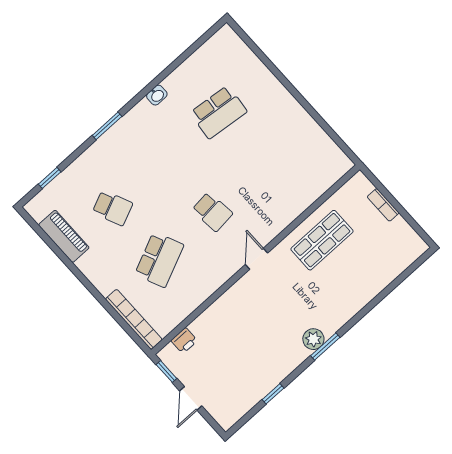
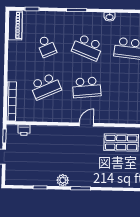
school desk: (166, 160) -> (87, 47), added
school desk: (212, 212) -> (87, 87), width x1.85
piano: (64, 236) -> (15, 25), moved
plant: (313, 339) -> (63, 180), moved

